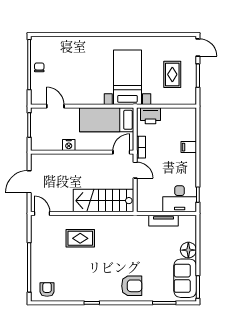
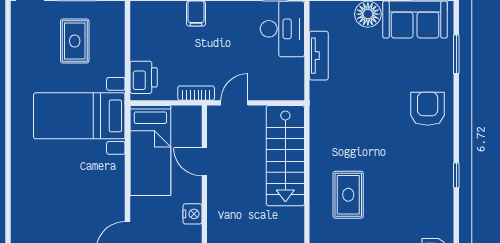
rug: (172, 74) -> (75, 41), turned 90
door: (121, 152) -> (204, 162), moved

